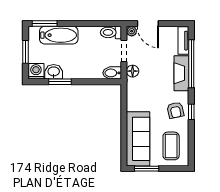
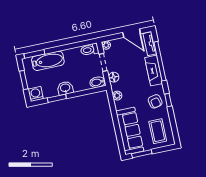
door: (148, 24) -> (132, 33), moved
washbasin: (54, 72) -> (65, 88), moved
plant: (132, 94) -> (117, 96), added

